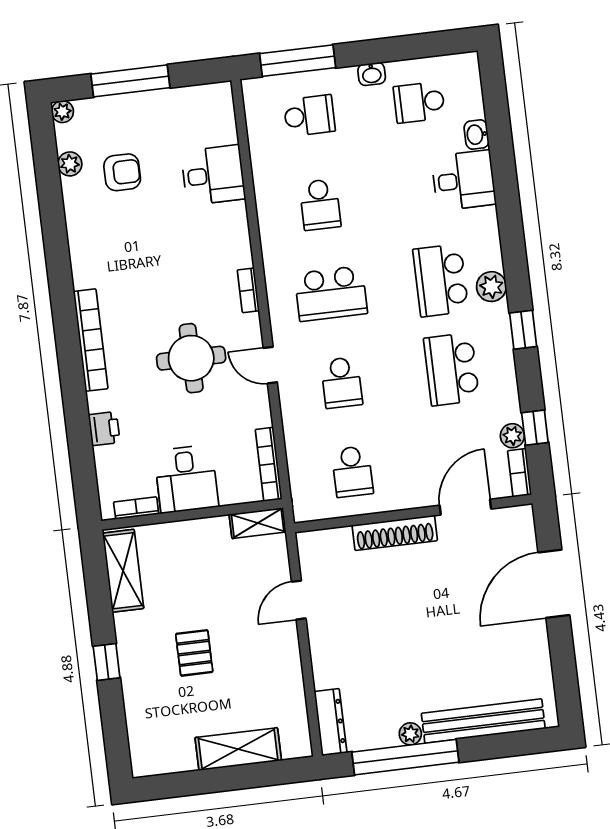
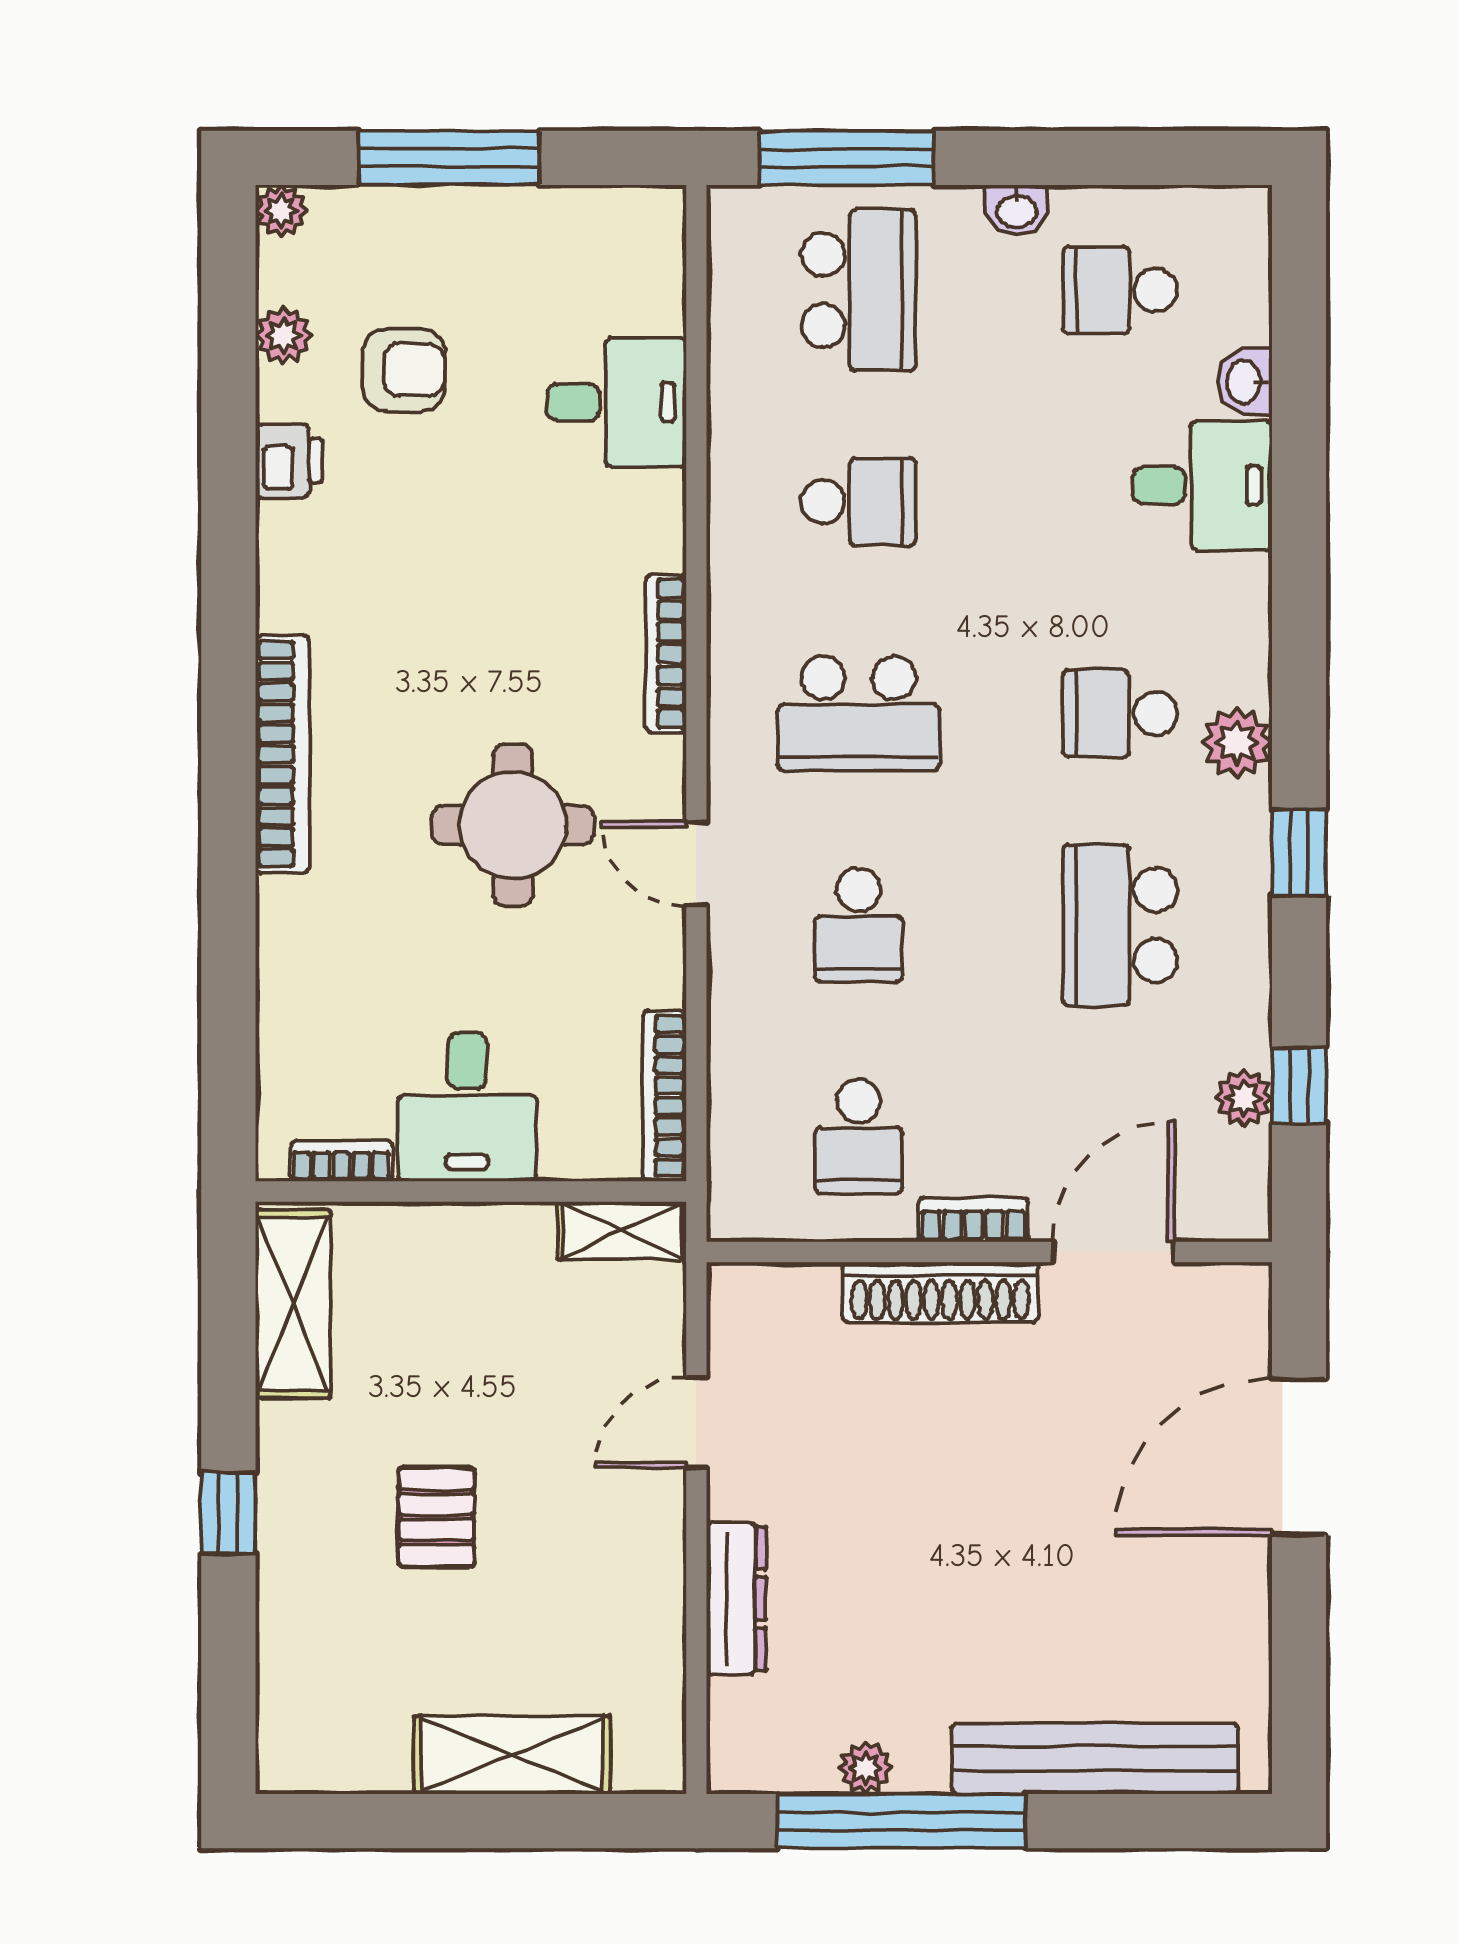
school desk: (309, 116) -> (859, 290), width x1.85
school desk: (320, 205) -> (859, 502), turned -90
school desk: (441, 280) -> (1120, 713), width x0.54
bookcase: (248, 290) -> (666, 654), width x1.56
printer: (104, 429) -> (289, 461), moved
bookcase: (520, 473) -> (974, 1220), moved, turned 90
dresser: (331, 722) -> (736, 1599), moved
plant: (410, 734) -> (865, 1768), moved

